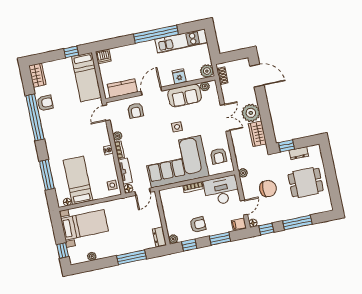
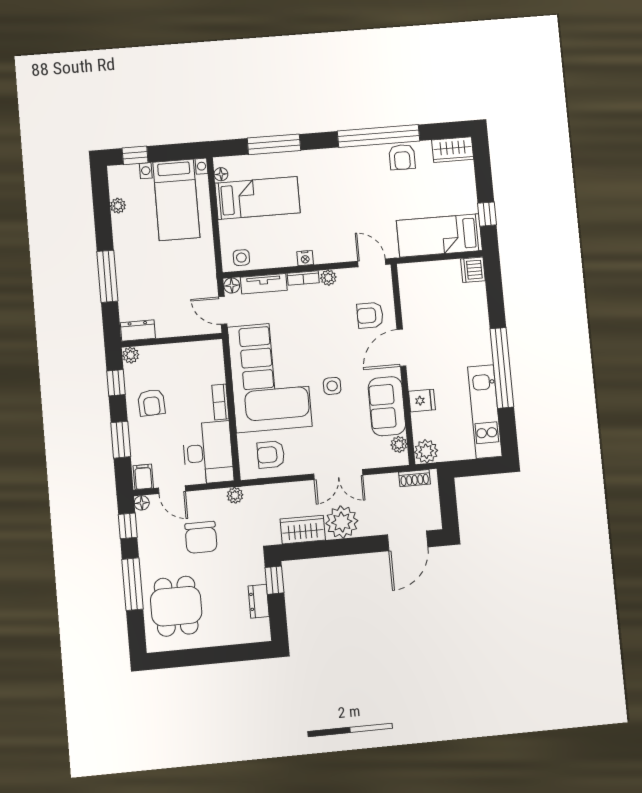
kitchen counter: (122, 88) -> (412, 297), removed
door: (151, 91) -> (401, 348), swing flipped
dining table: (306, 182) -> (176, 606), moved

